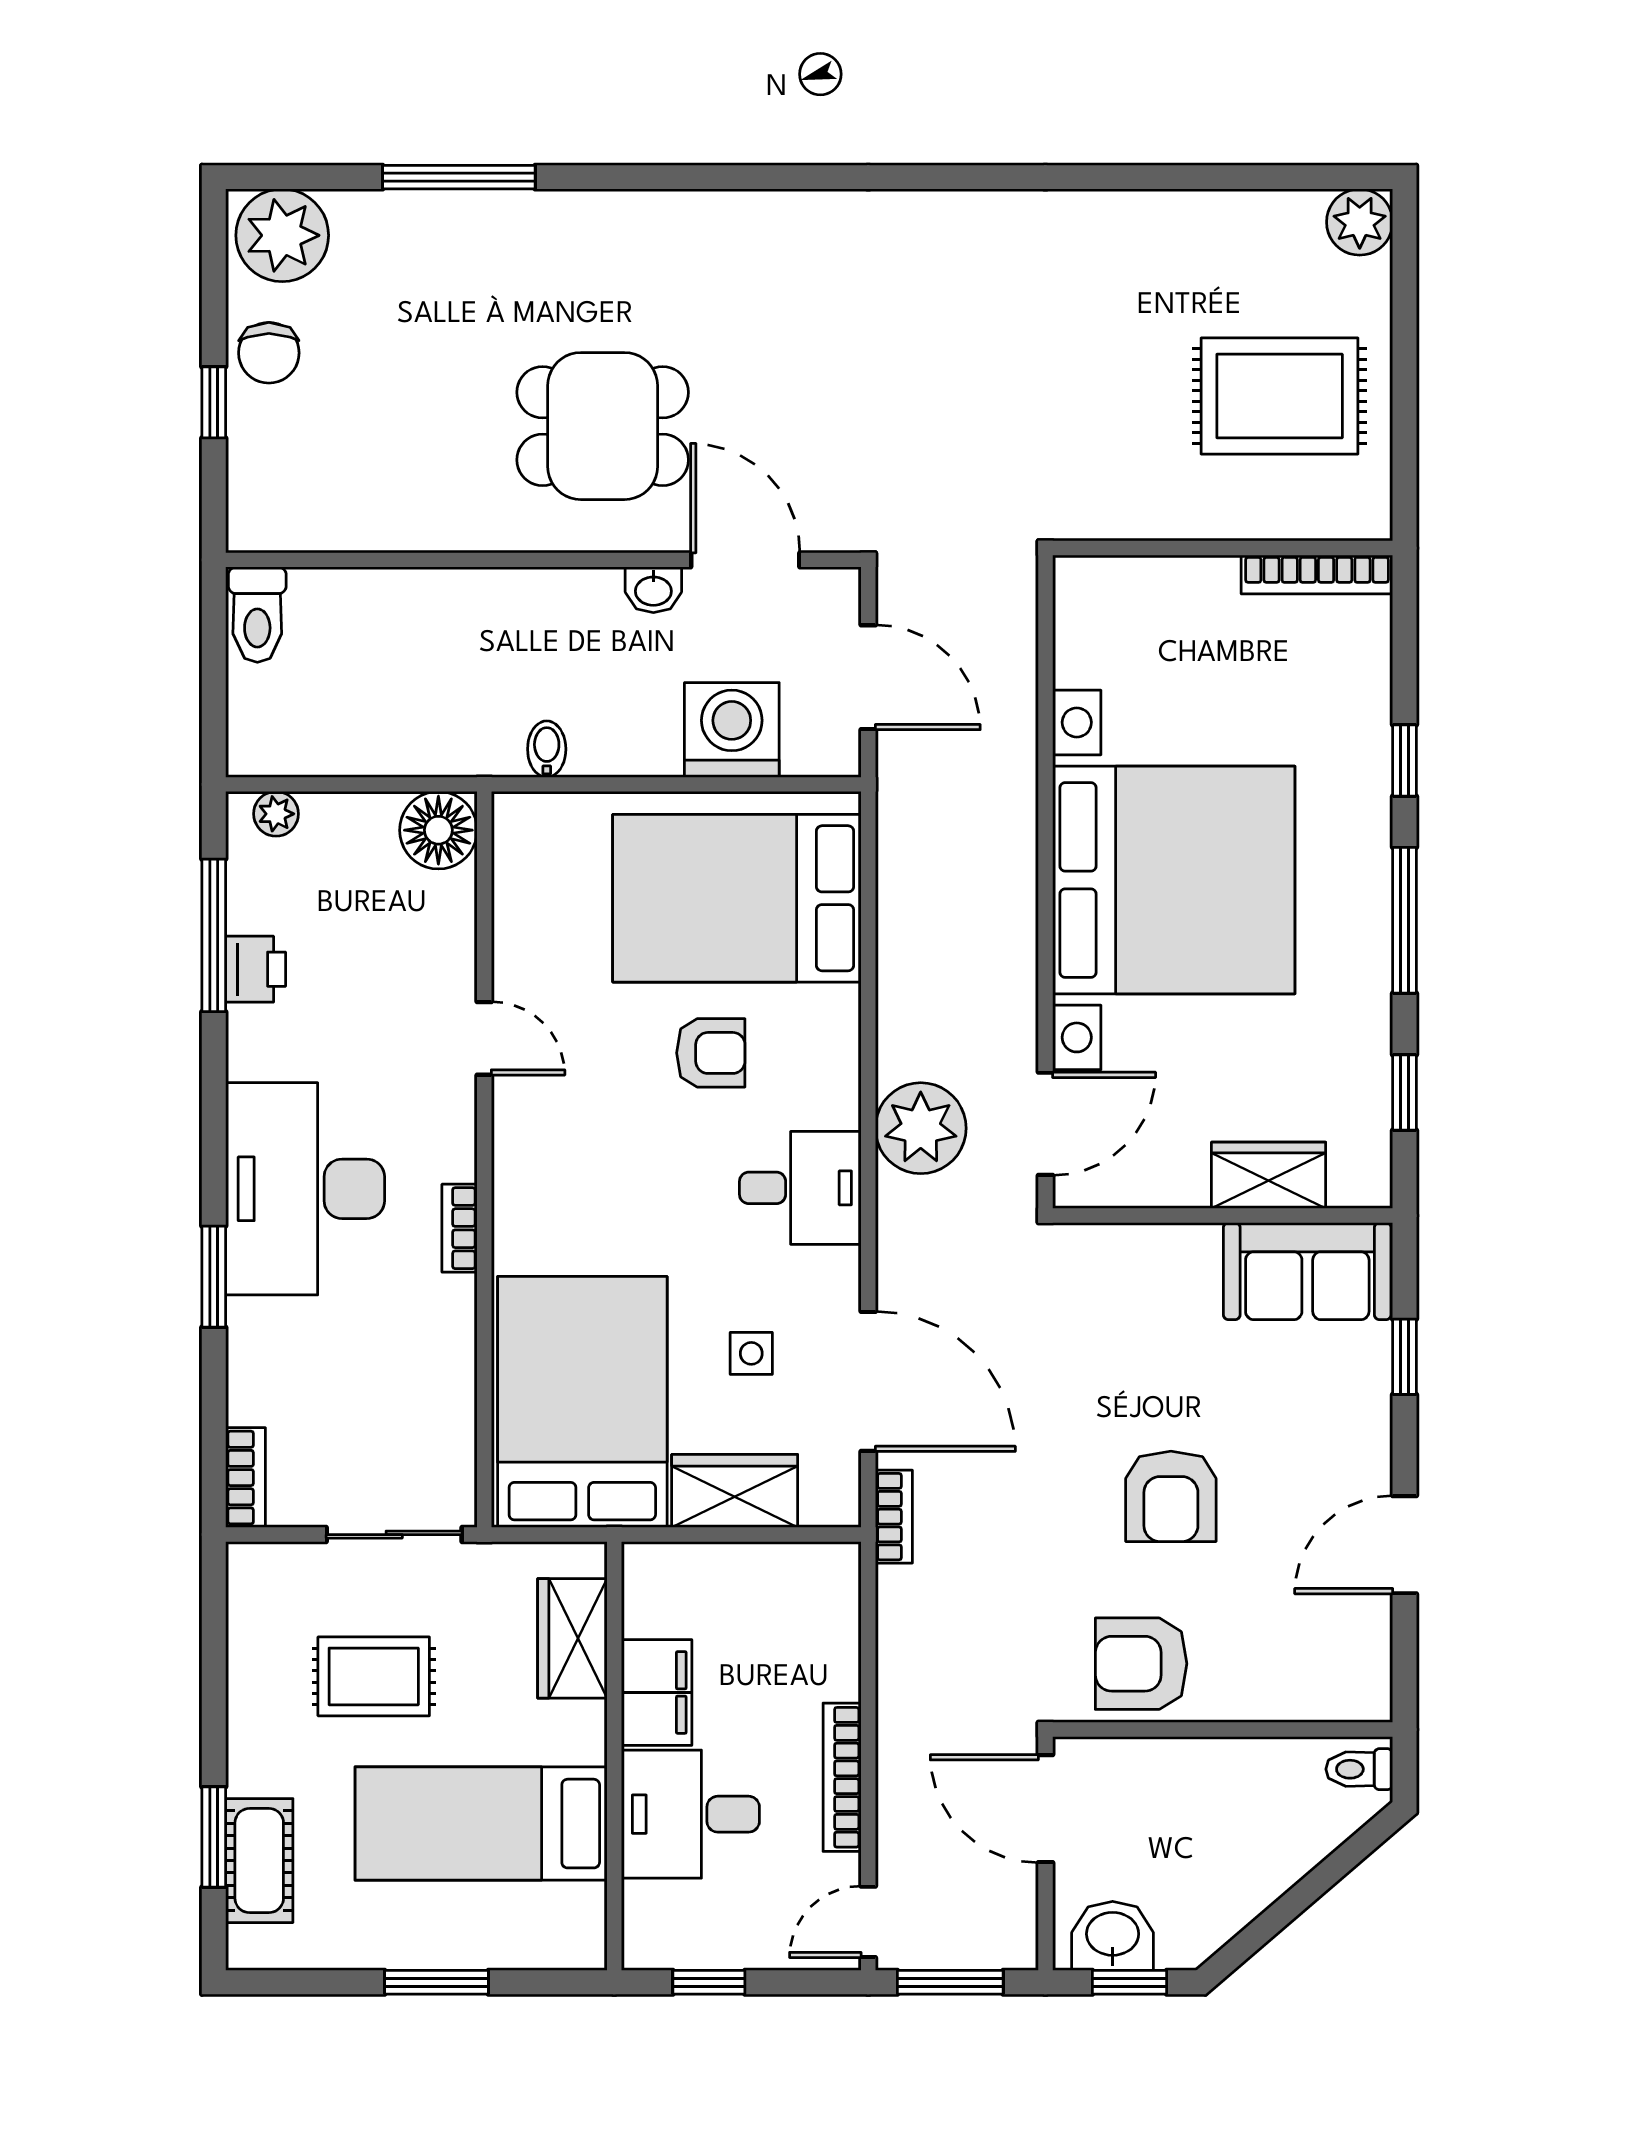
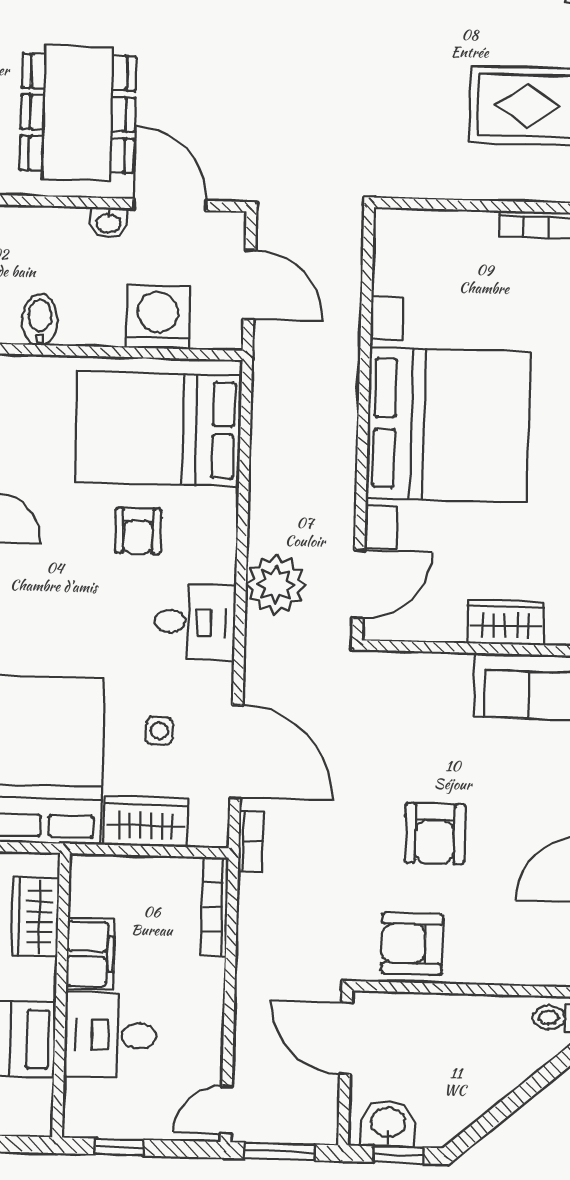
dining table: (603, 426) -> (78, 113), width x1.38
bidet: (547, 749) -> (40, 320), width x1.38, depth x1.36
armchair: (711, 1053) -> (138, 531), turned 90
bookcase: (842, 1777) -> (215, 907), moved

